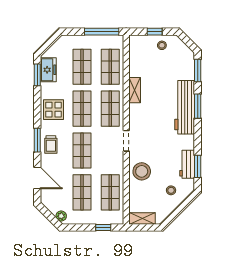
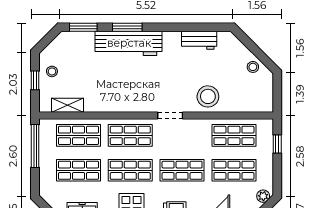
shelving: (135, 90) -> (67, 105), moved
window: (198, 166) -> (202, 27), removed
stool: (171, 190) -> (253, 67), moved
shelving: (142, 218) -> (266, 96), removed

